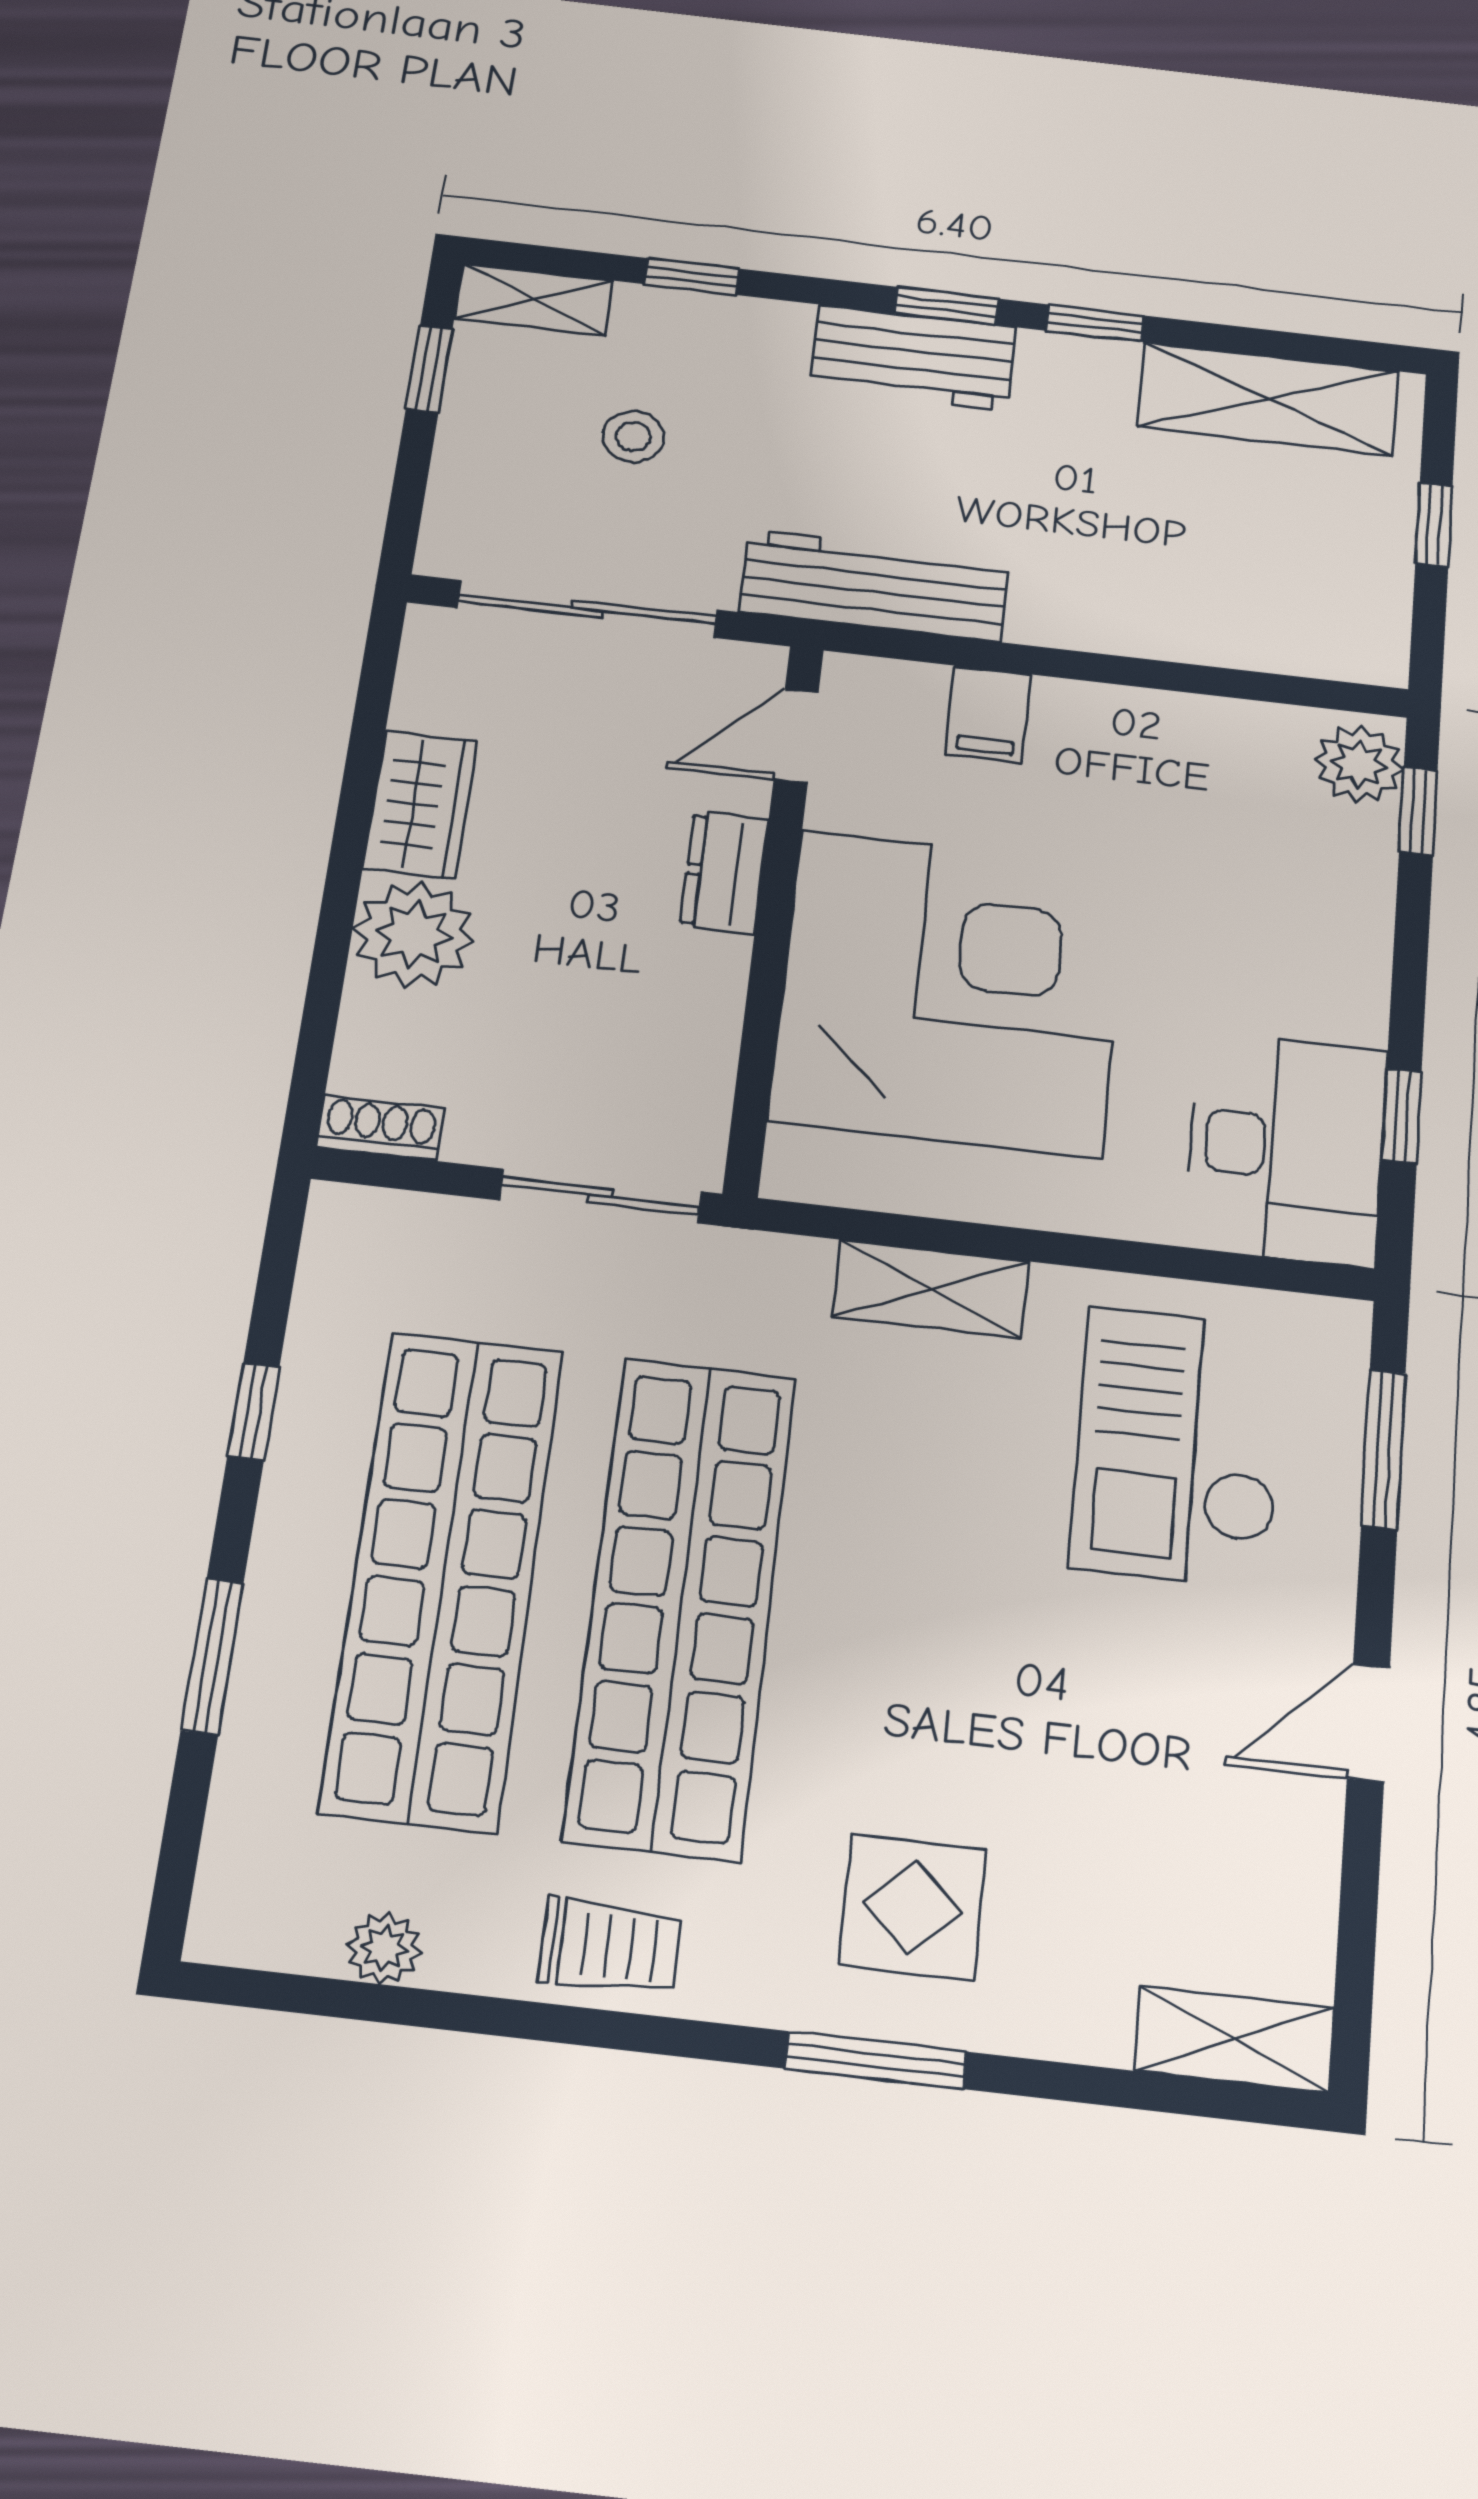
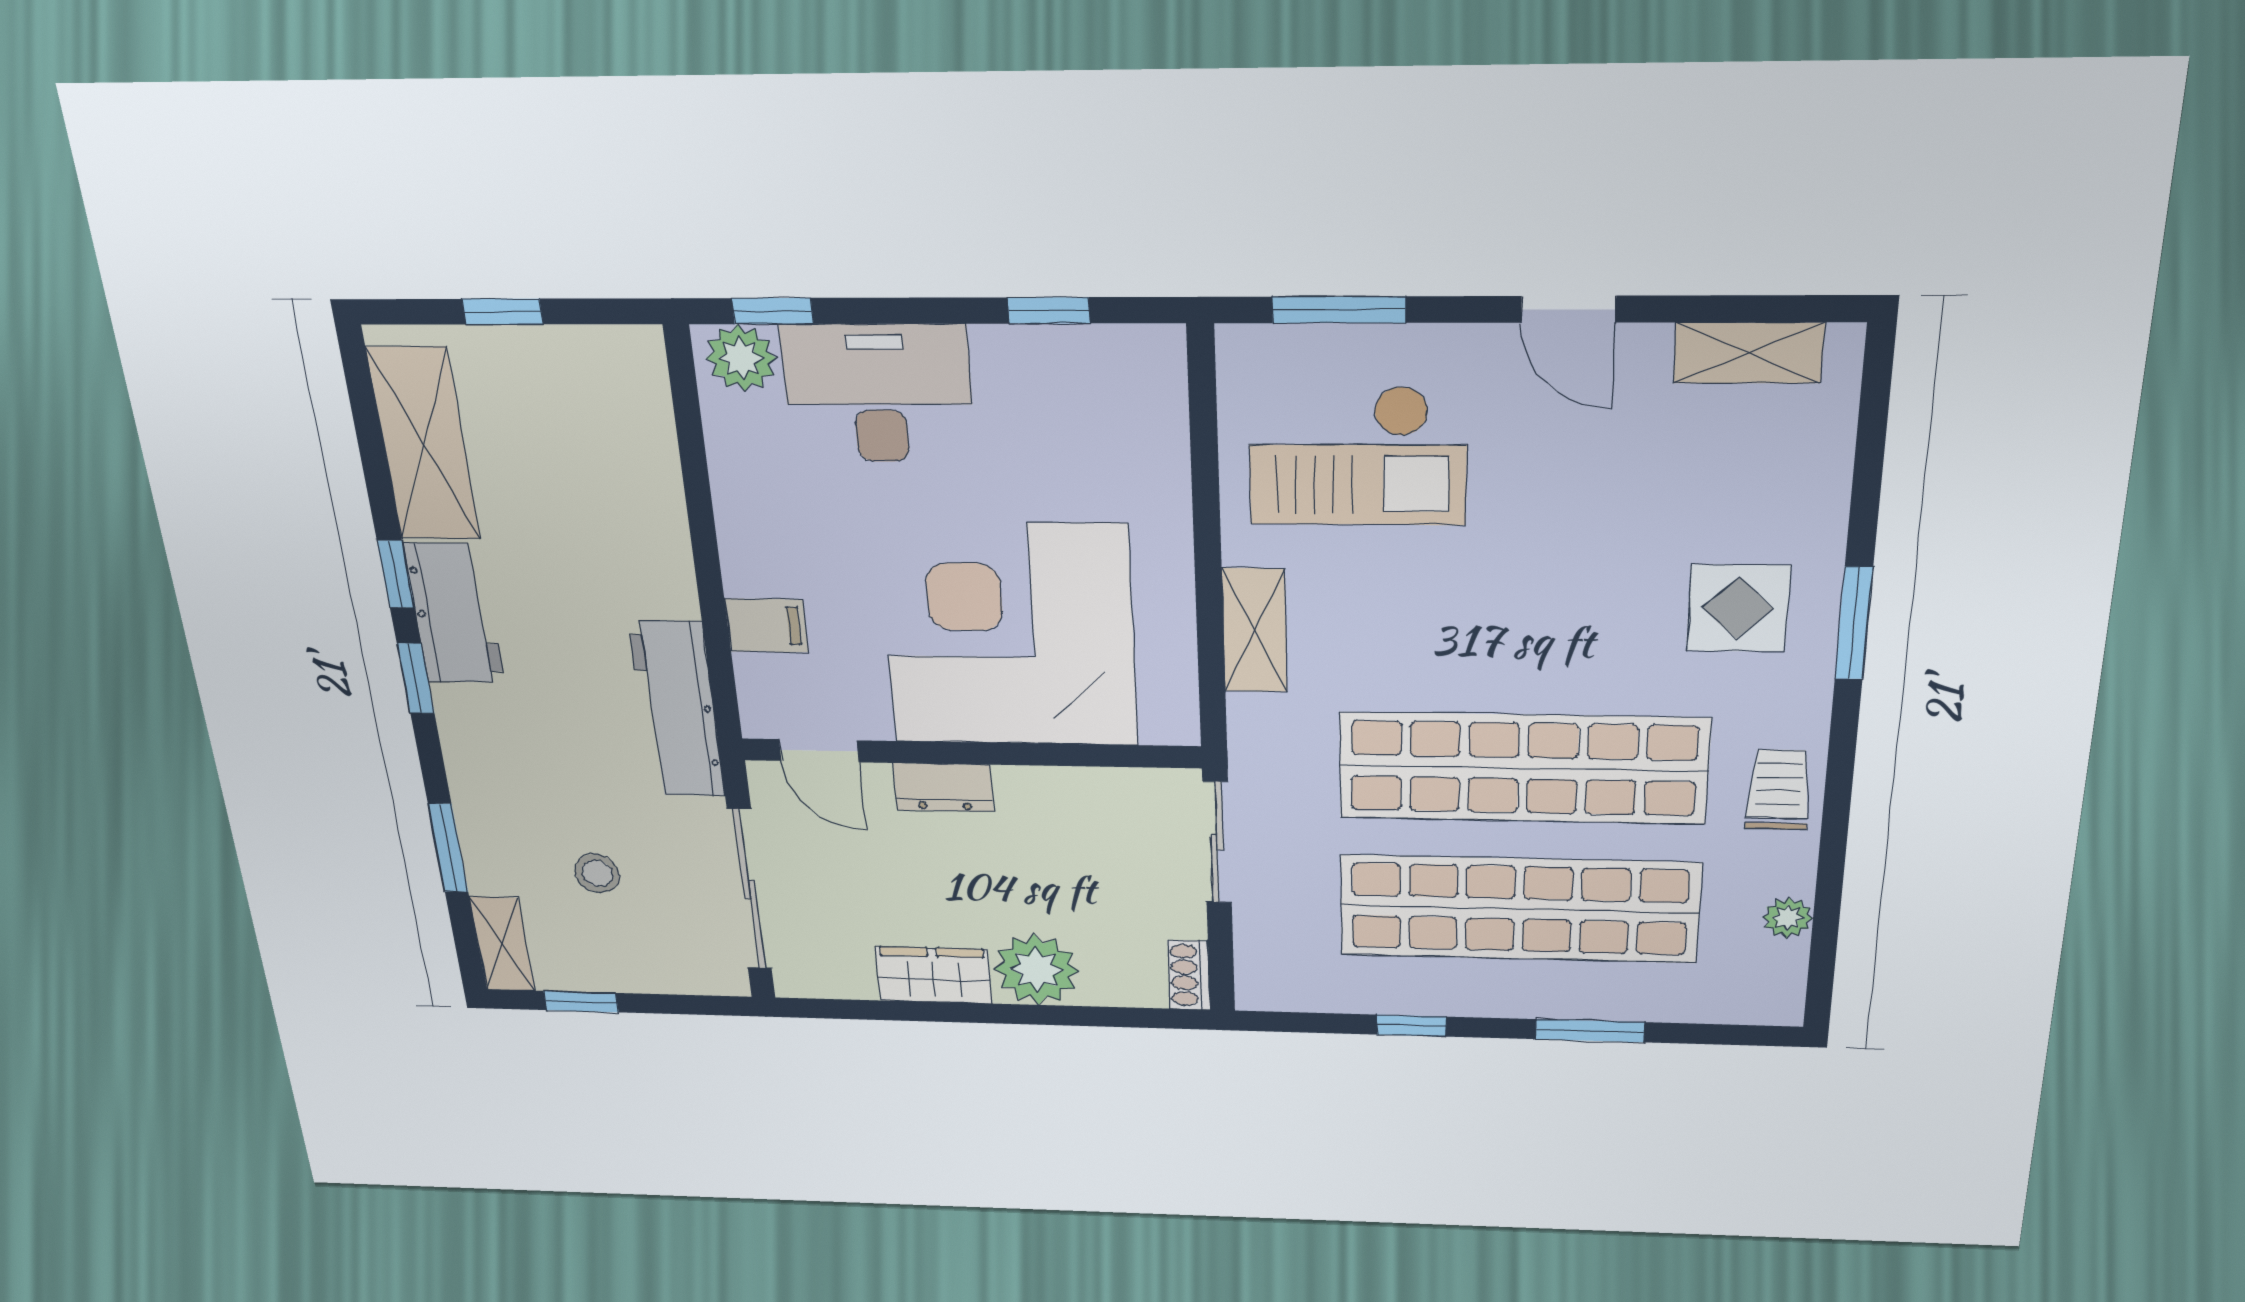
window: (692, 276) -> (448, 848), width x1.50
workbench: (913, 358) -> (454, 613), moved
desk: (1286, 1148) -> (878, 393), moved
shelving: (1234, 2039) -> (1749, 353), moved, turned 90

